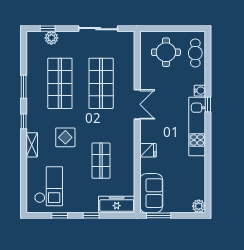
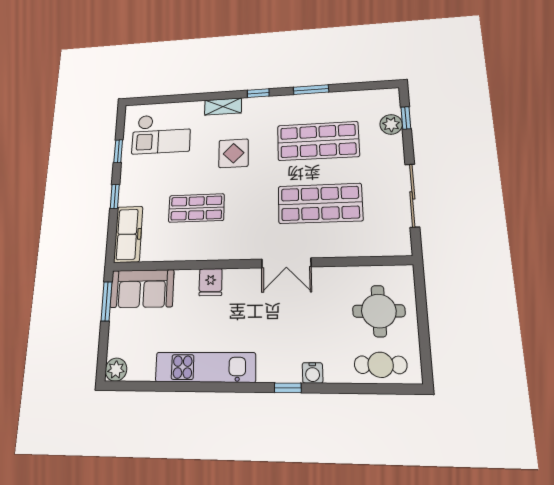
kitchen unit: (197, 126) -> (205, 367), moved

